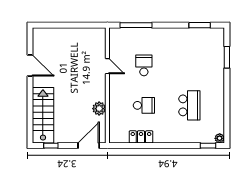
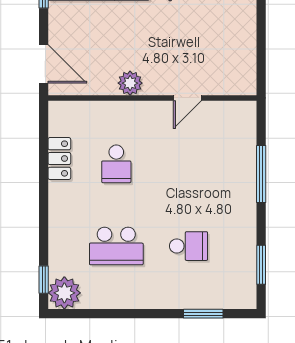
window: (136, 25) -> (261, 174), moved
school desk: (144, 65) -> (189, 246), moved
plant: (99, 109) -> (130, 83), moved
plant: (220, 138) -> (64, 293), width x1.88, depth x1.88

